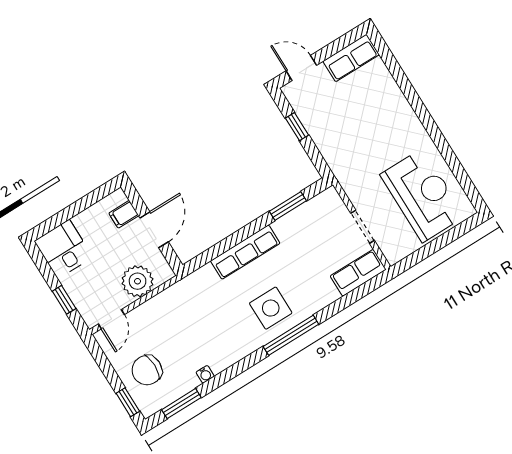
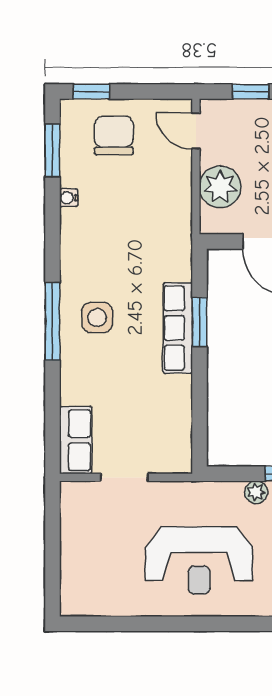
plant: (319, 136) -> (256, 492), added
reception desk: (422, 195) -> (199, 561), moved
window: (288, 206) -> (200, 322), moved
side table: (271, 308) -> (97, 318), width x0.73, depth x0.73

